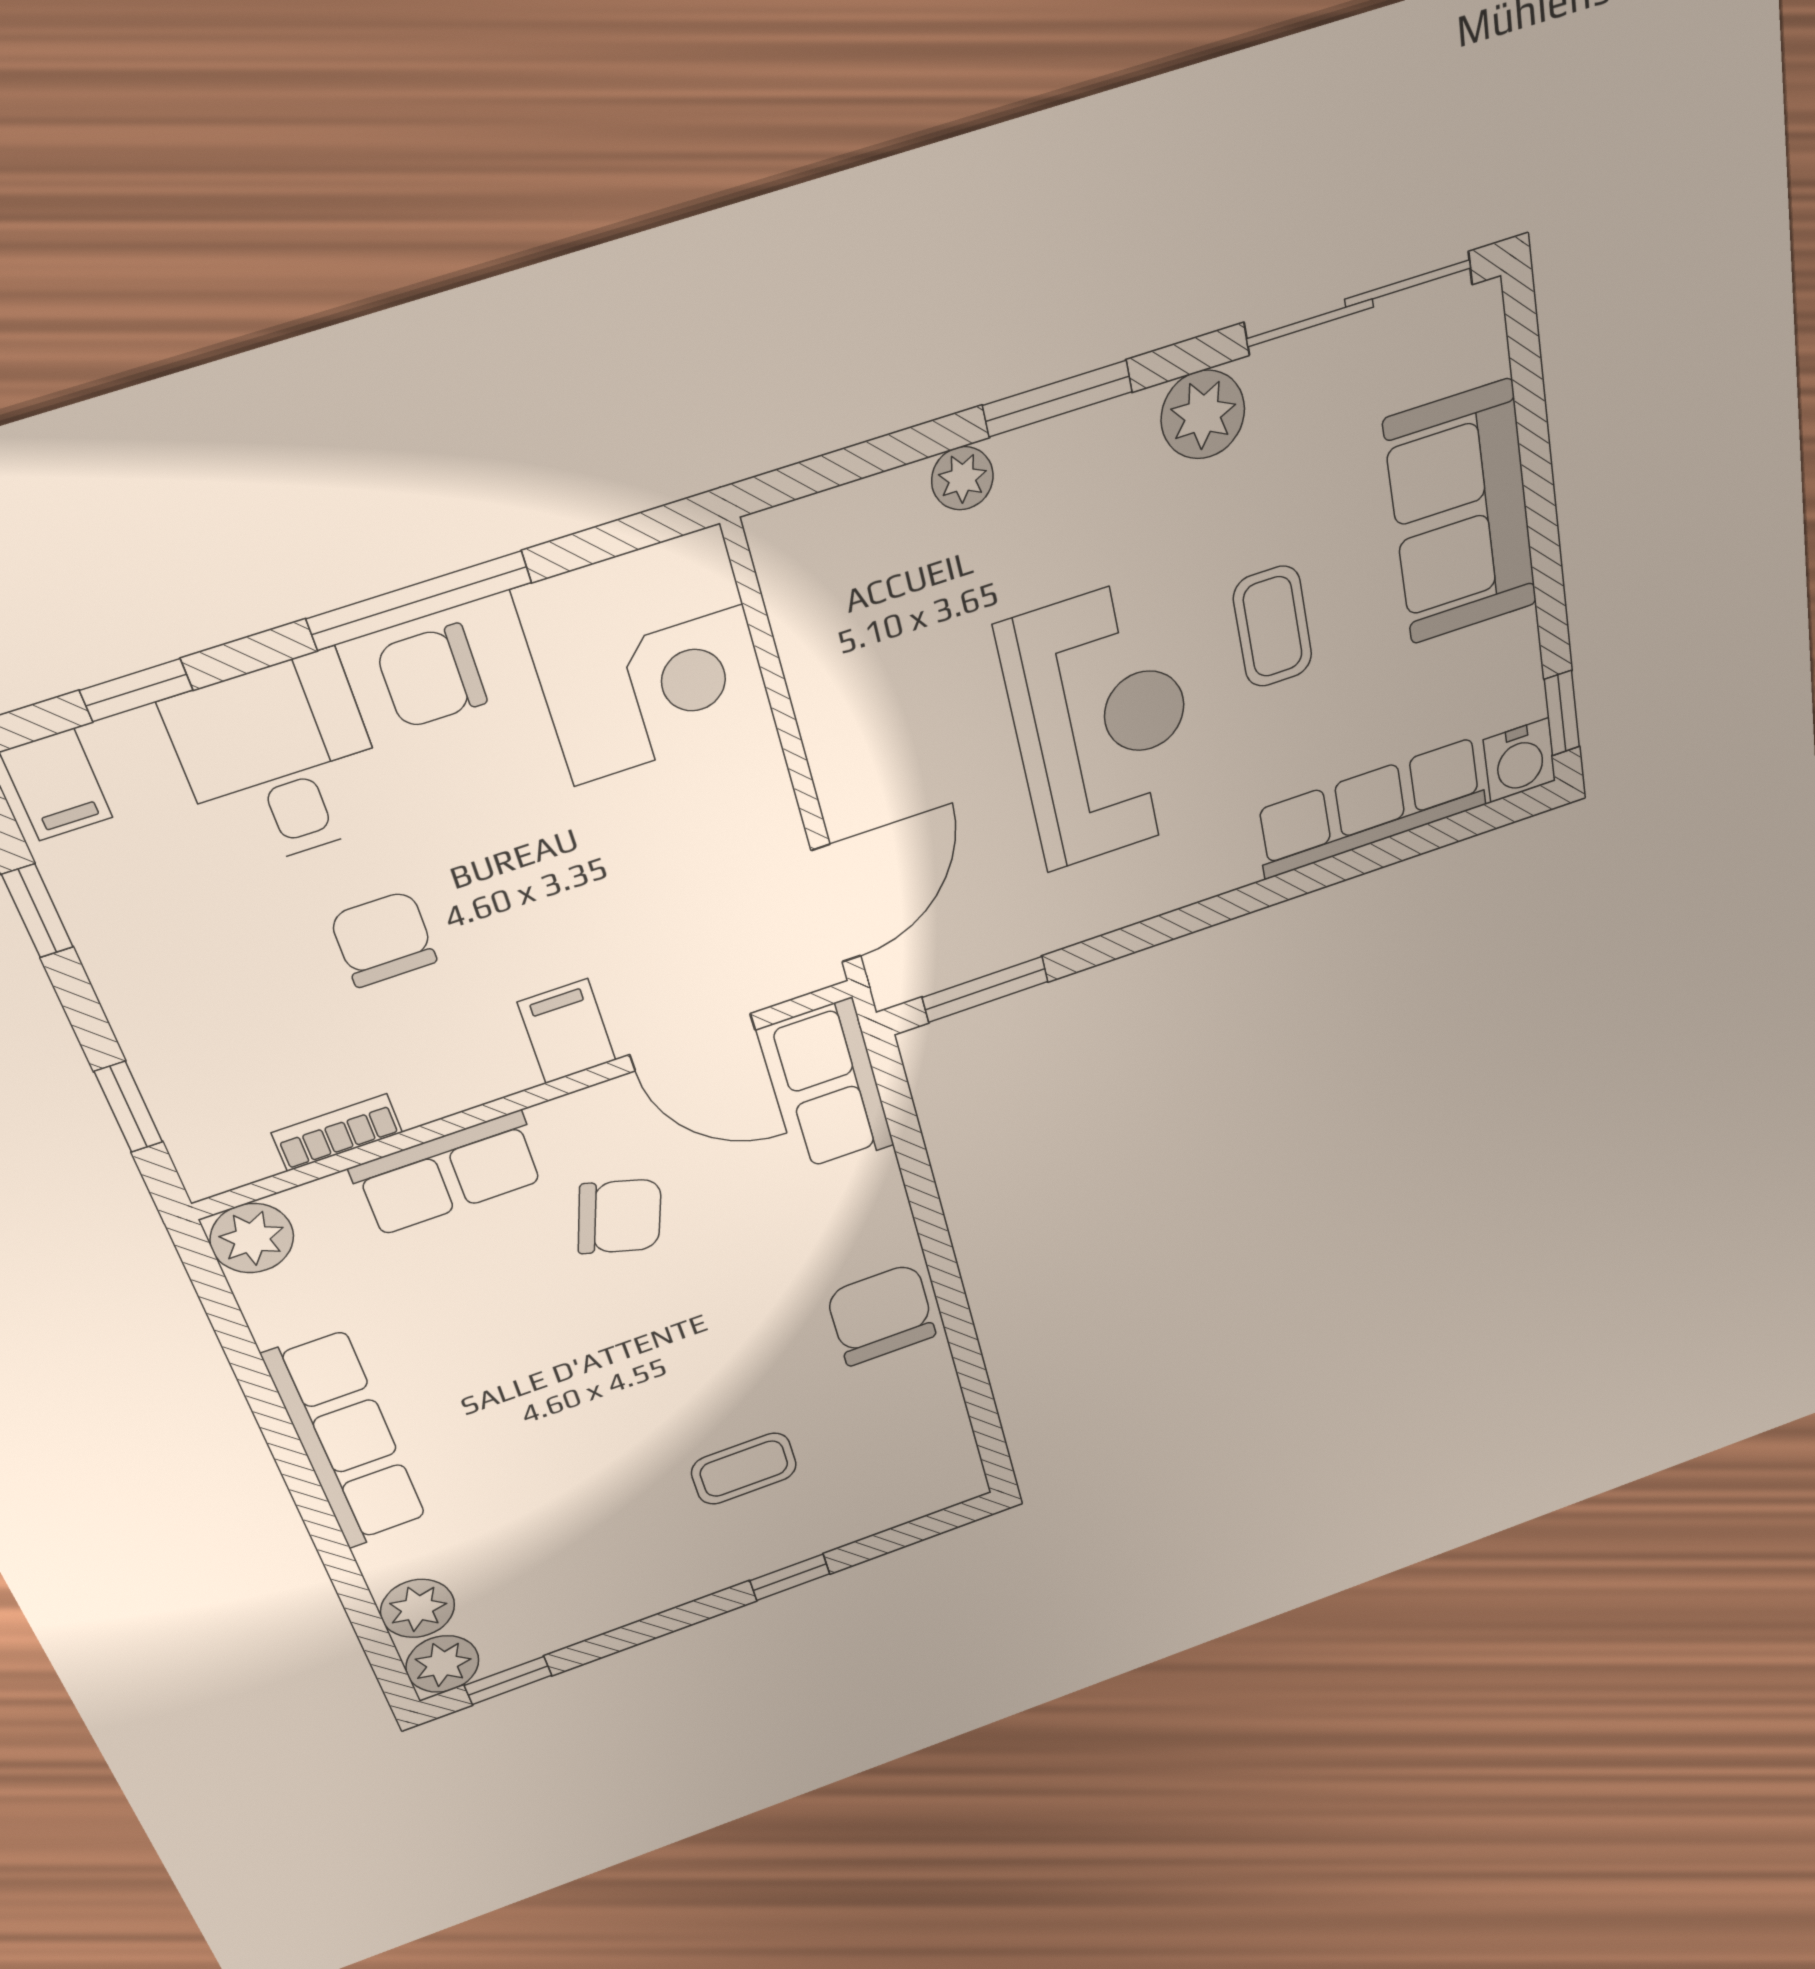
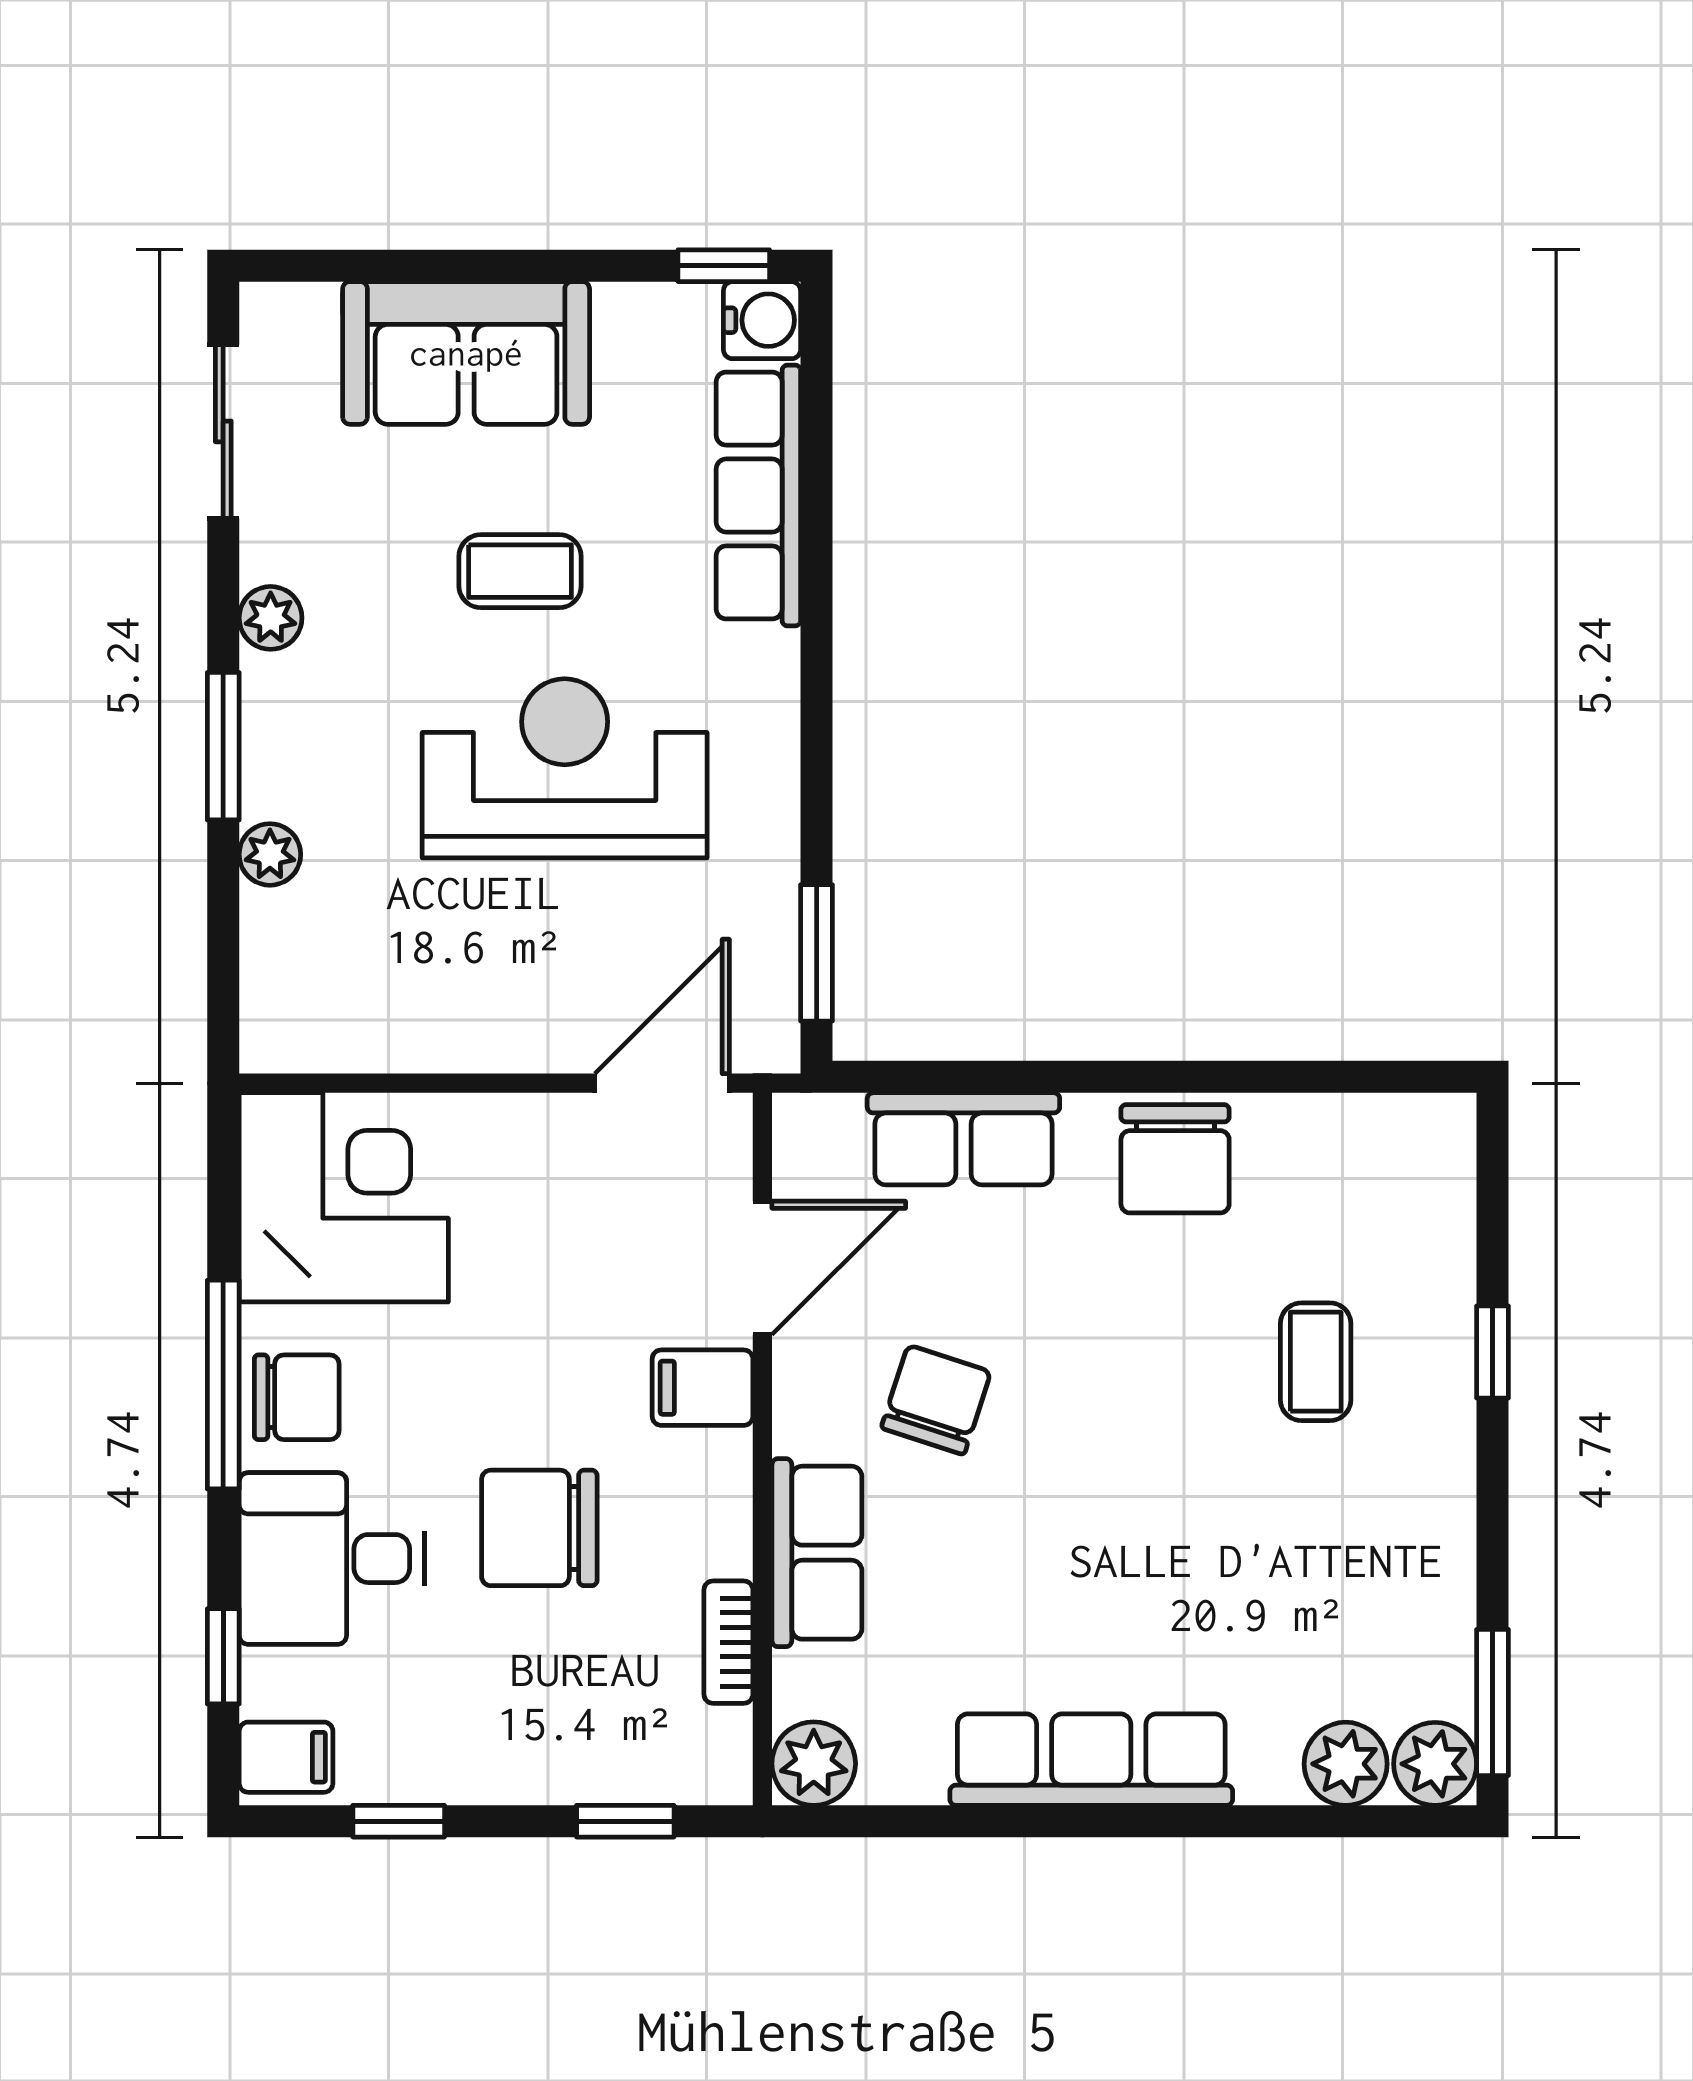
sliding door: (1359, 303) -> (223, 431), width x0.73
plant: (1203, 415) -> (271, 618), width x0.73, depth x0.73
chair: (432, 676) -> (297, 1397), turned -90
door: (836, 904) -> (662, 1083), hinge flipped
chair: (383, 939) -> (539, 1528), width x1.37, depth x1.37
row of seats: (833, 1086) -> (963, 1139), moved
chair: (881, 1315) -> (1175, 1159), turned -90
window: (508, 1680) -> (1492, 1702), width x1.50

